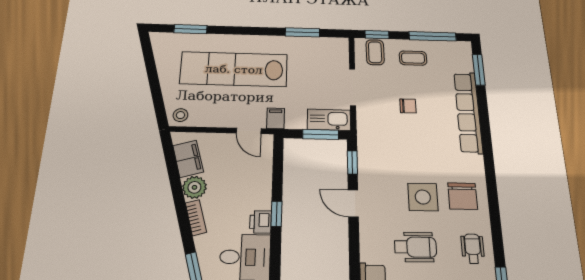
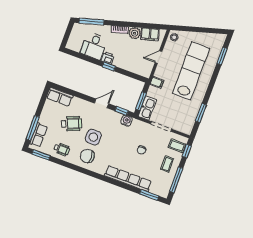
door: (249, 131) -> (158, 57), moved
water cooler: (367, 148) -> (126, 121), added
wheelchair: (415, 247) -> (72, 124), turned -112

